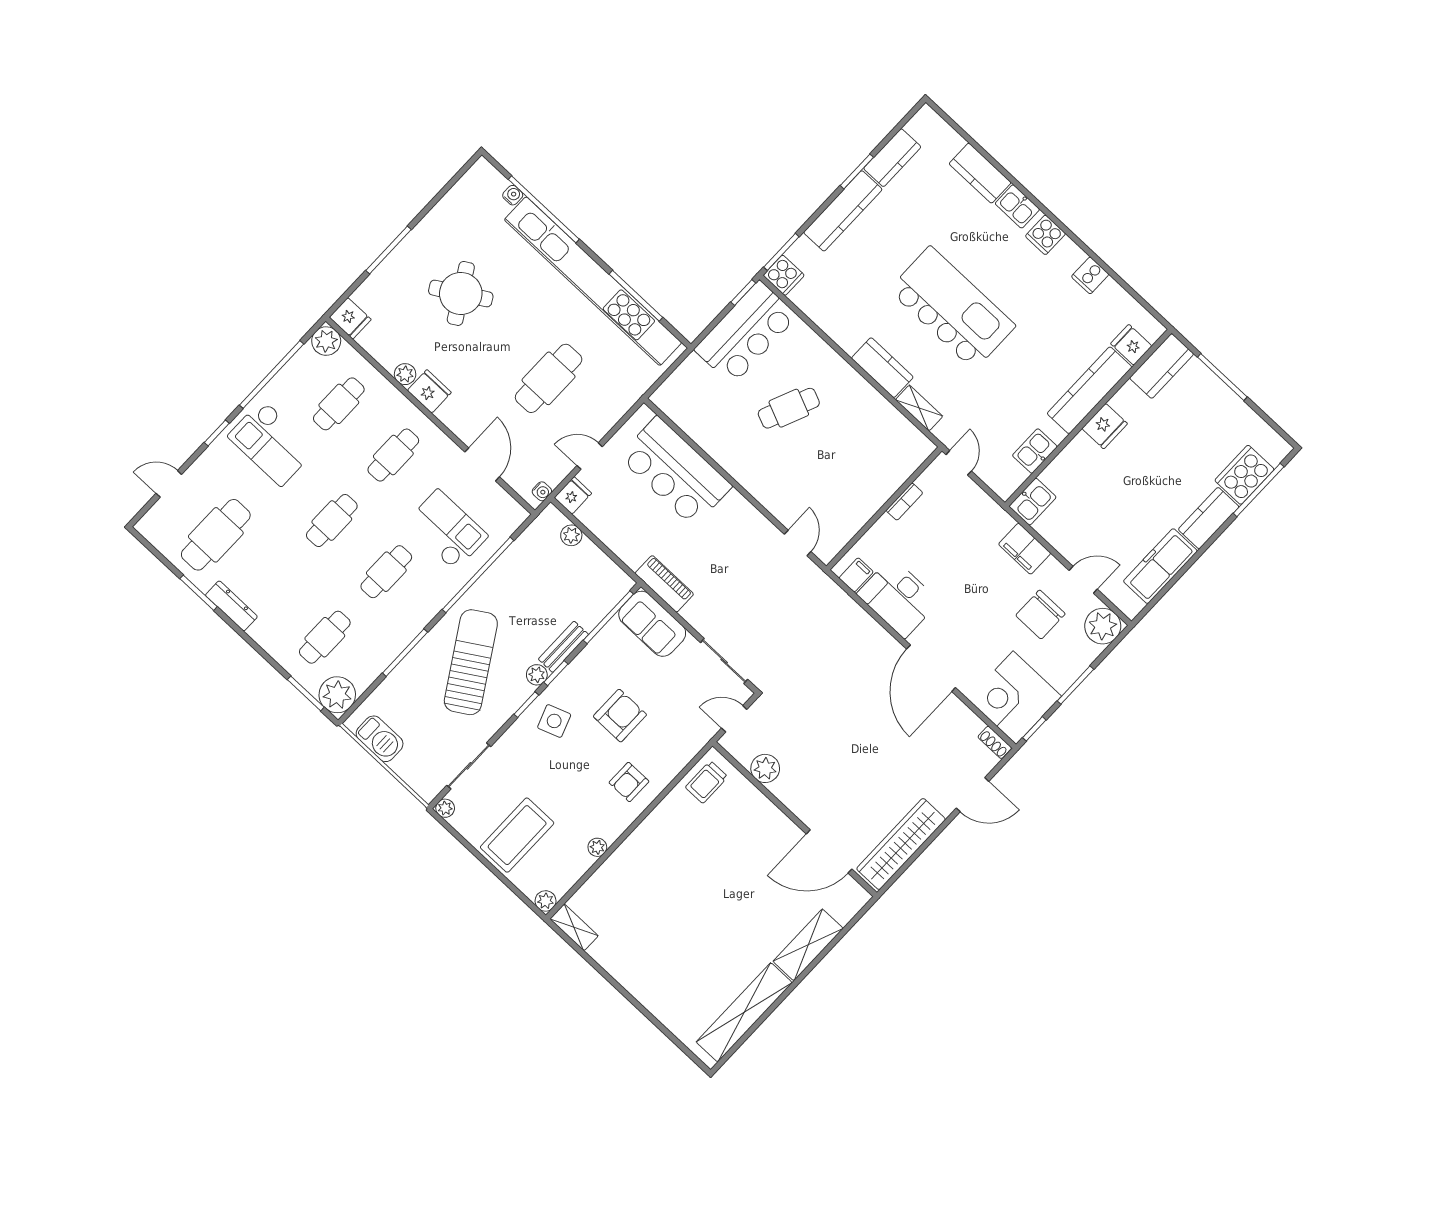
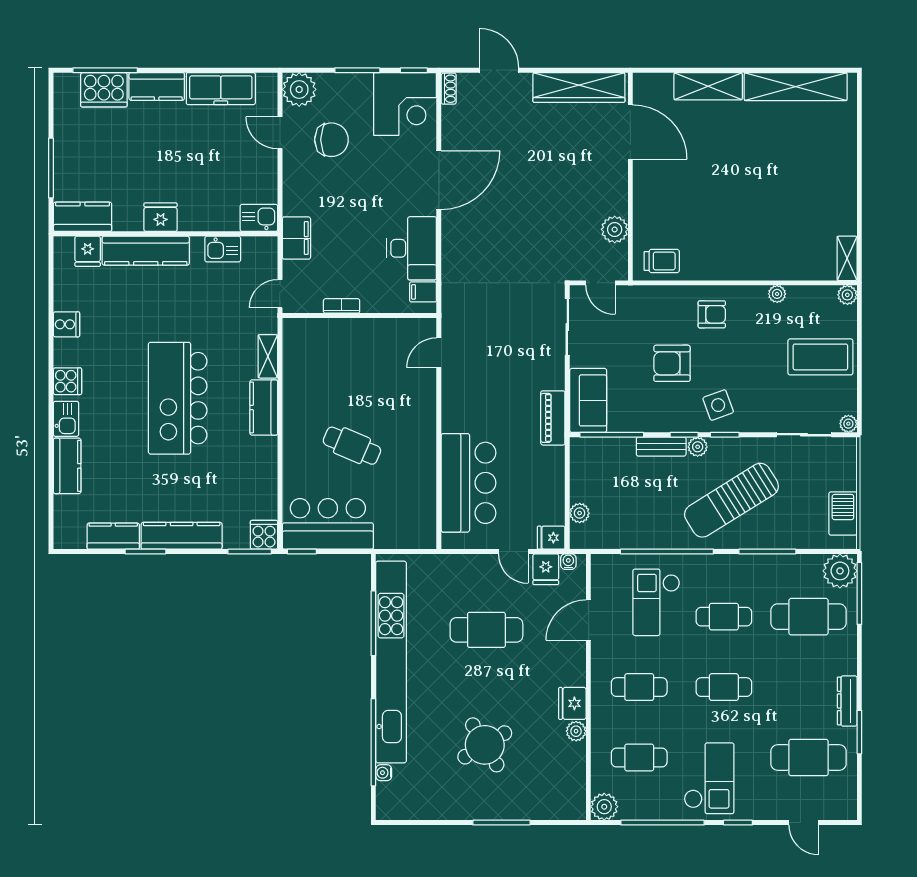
fridge: (350, 318) -> (546, 569), moved, turned 180
filing cabinet: (1025, 549) -> (296, 238), moved
cafe table: (325, 637) -> (809, 617), width x1.37, depth x1.35
window: (306, 693) -> (859, 593), width x1.44

